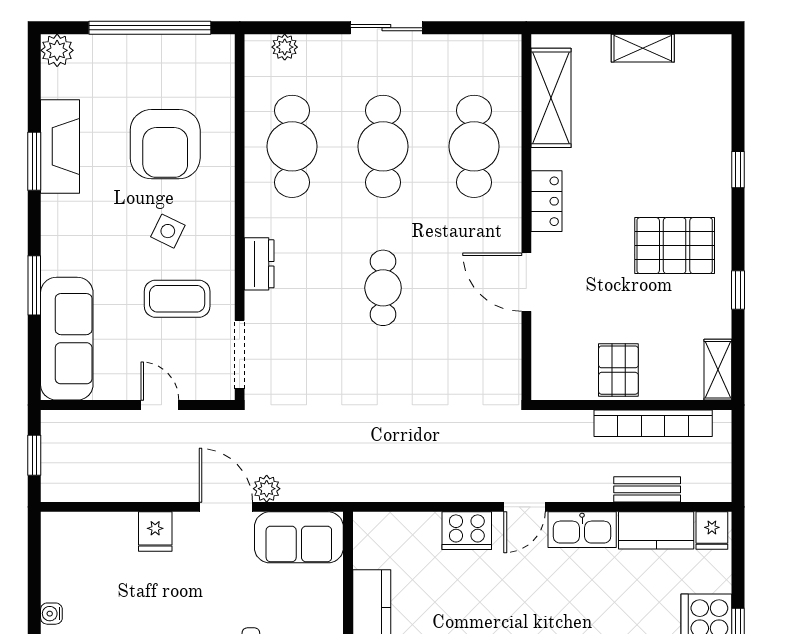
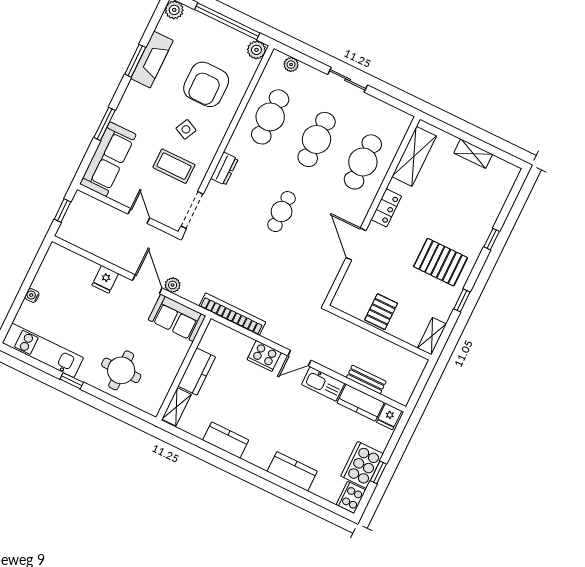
plant: (219, 50) -> (256, 50), added
bookcase: (653, 423) -> (232, 314), moved, turned 180

